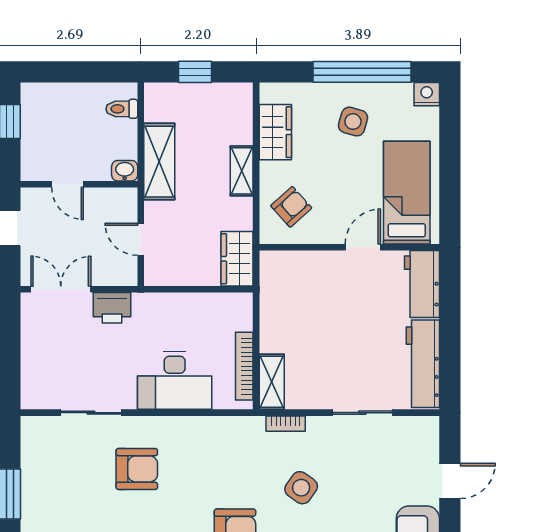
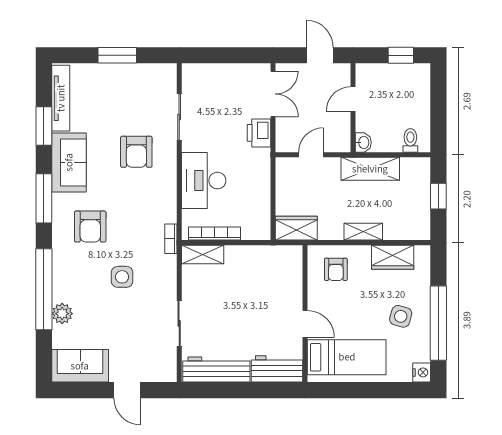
armchair: (291, 207) -> (336, 269), turned 42
bookcase: (286, 424) -> (171, 239), moved
side table: (301, 488) -> (122, 277), turned -35

